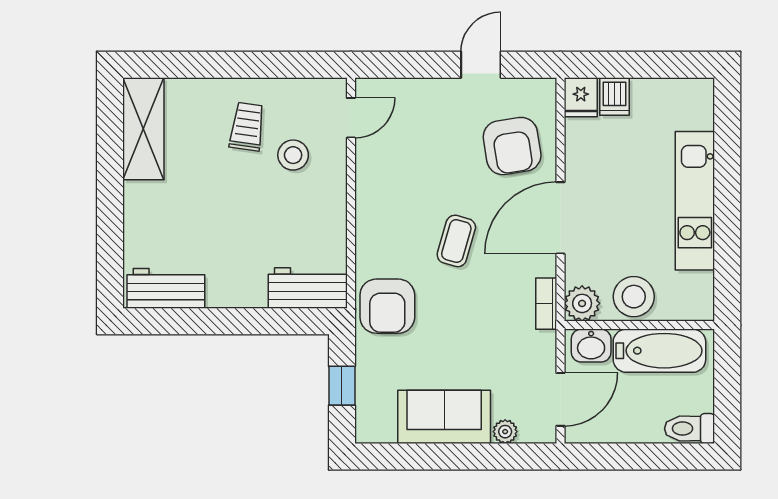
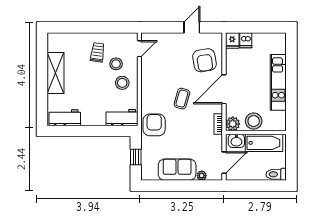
shelving: (143, 129) -> (56, 73), moved
stool: (308, 202) -> (122, 83), added
armchair: (387, 306) -> (154, 125), turned 180

